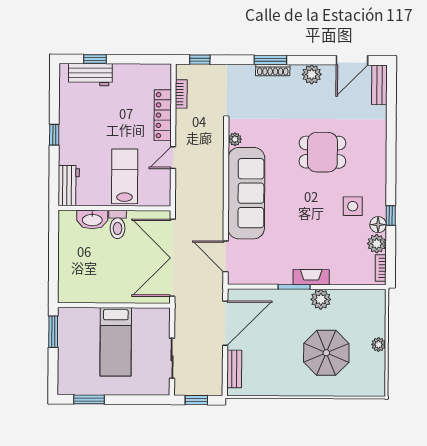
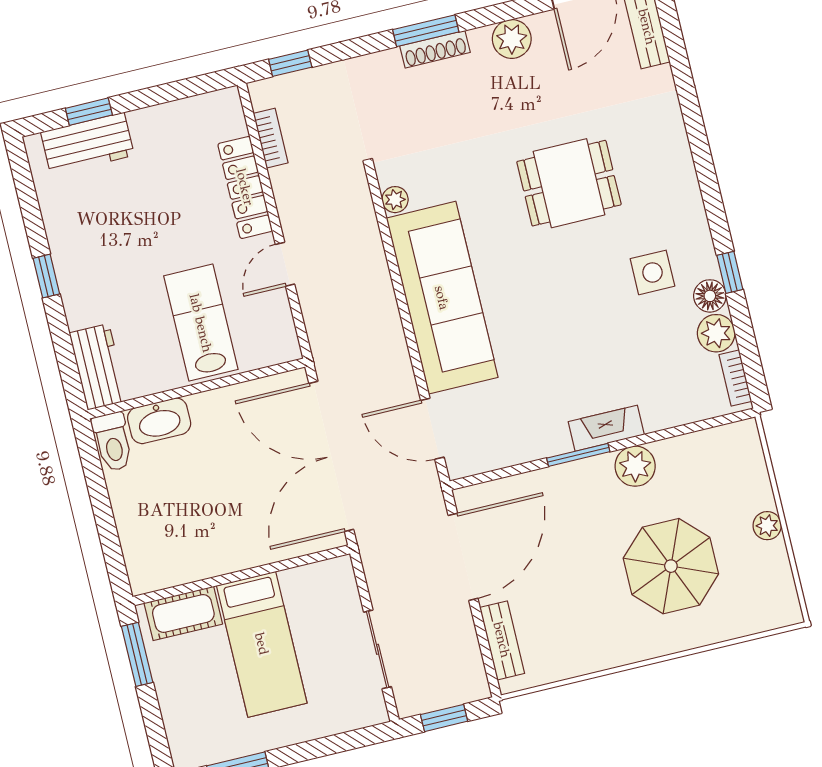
toilet: (118, 224) -> (113, 442), moved
cot: (81, 317) -> (183, 613), added

